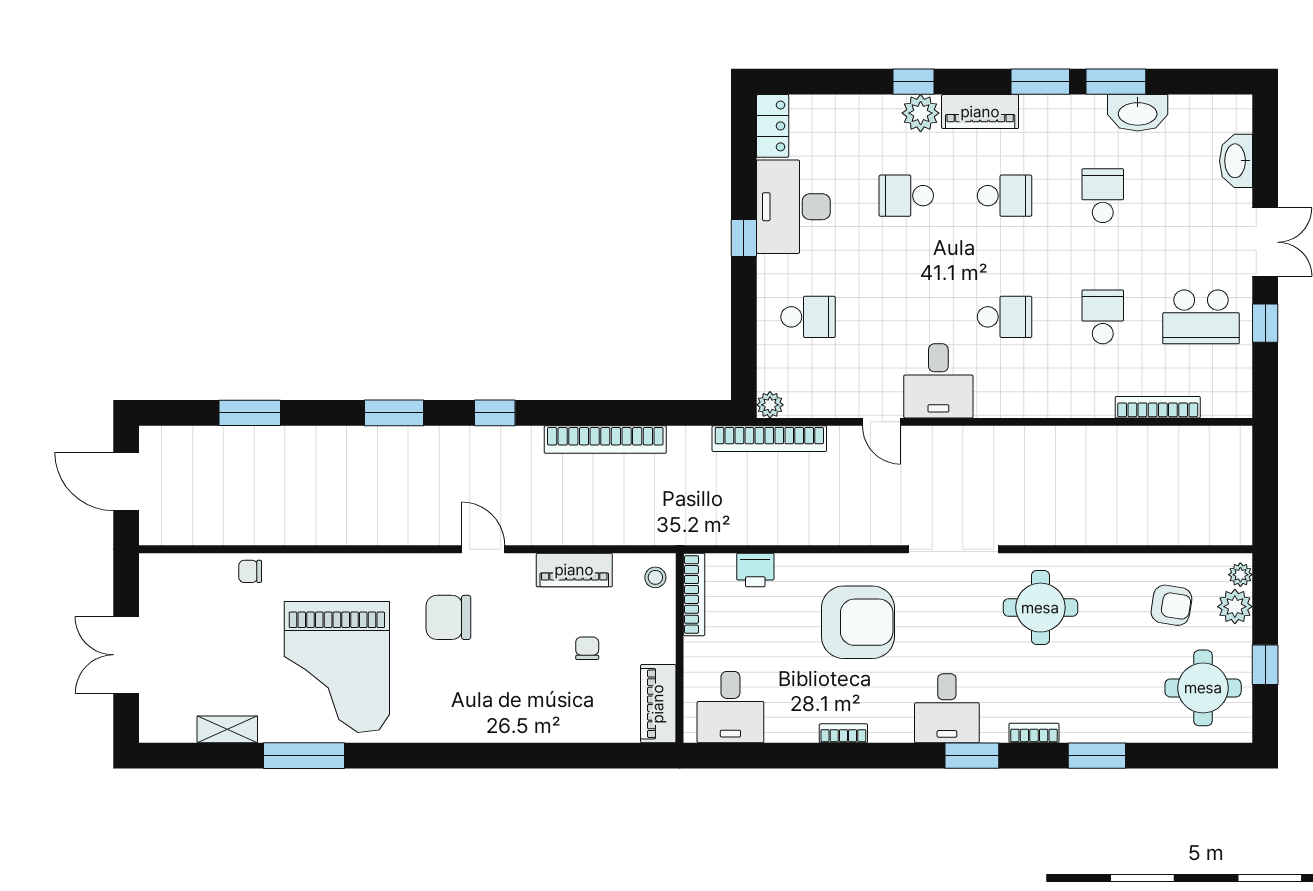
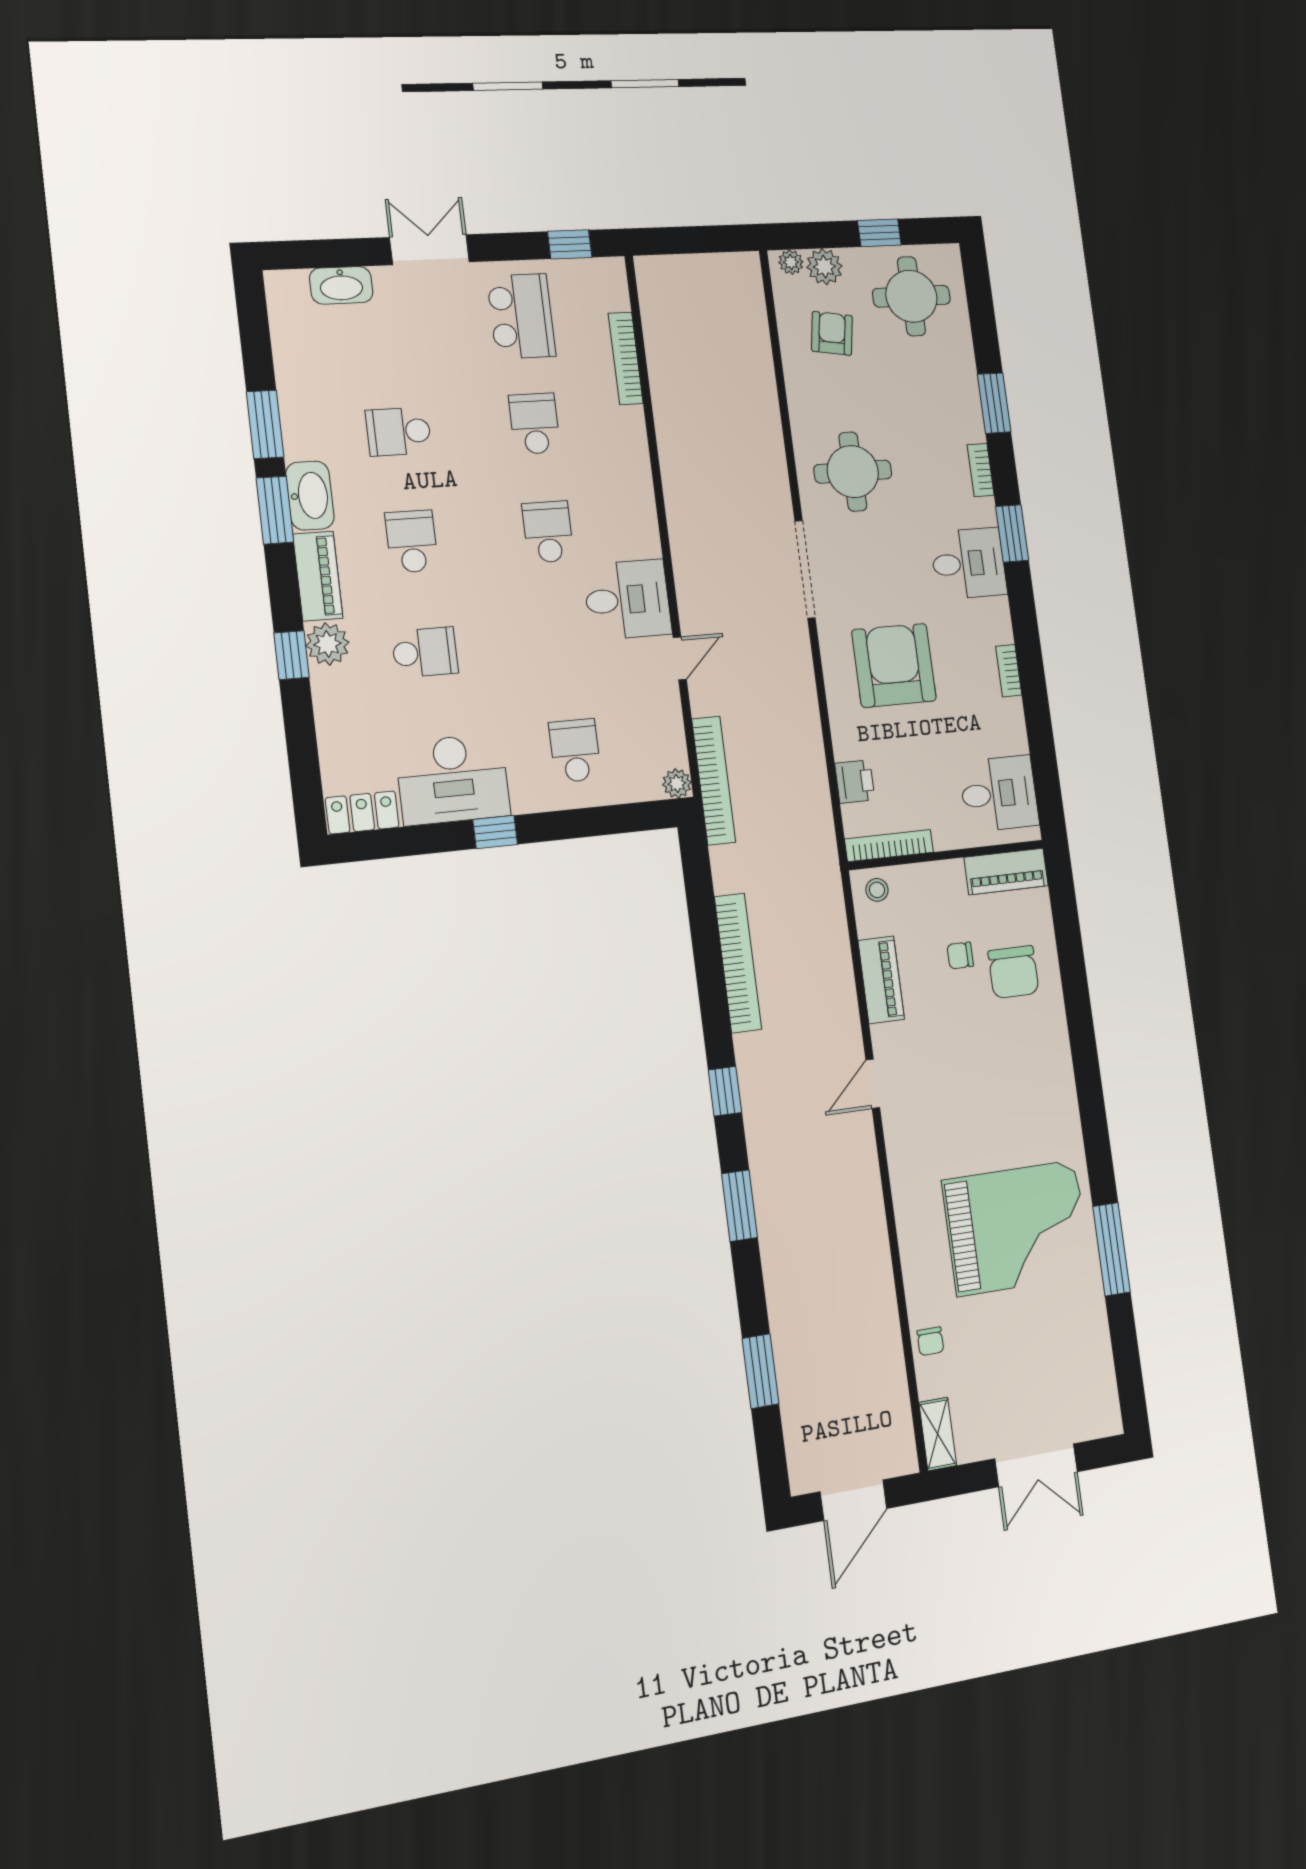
washbasin: (1138, 113) -> (310, 496), moved
school desk: (906, 196) -> (425, 652), turned -90
school desk: (1103, 317) -> (535, 424), turned 90
window: (1265, 323) -> (570, 244), moved
chair: (448, 617) -> (1013, 972), moved
shelving: (227, 729) -> (938, 1434), moved

